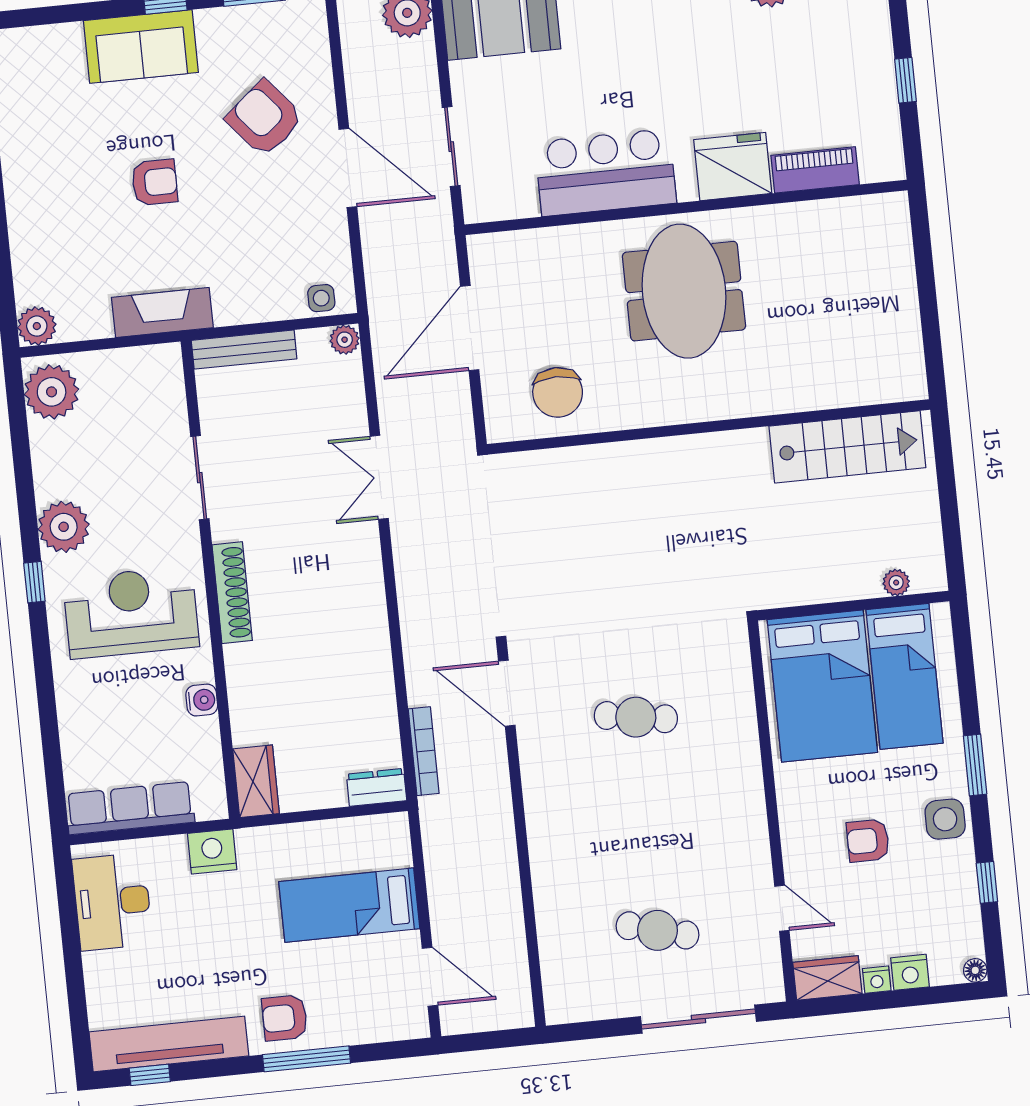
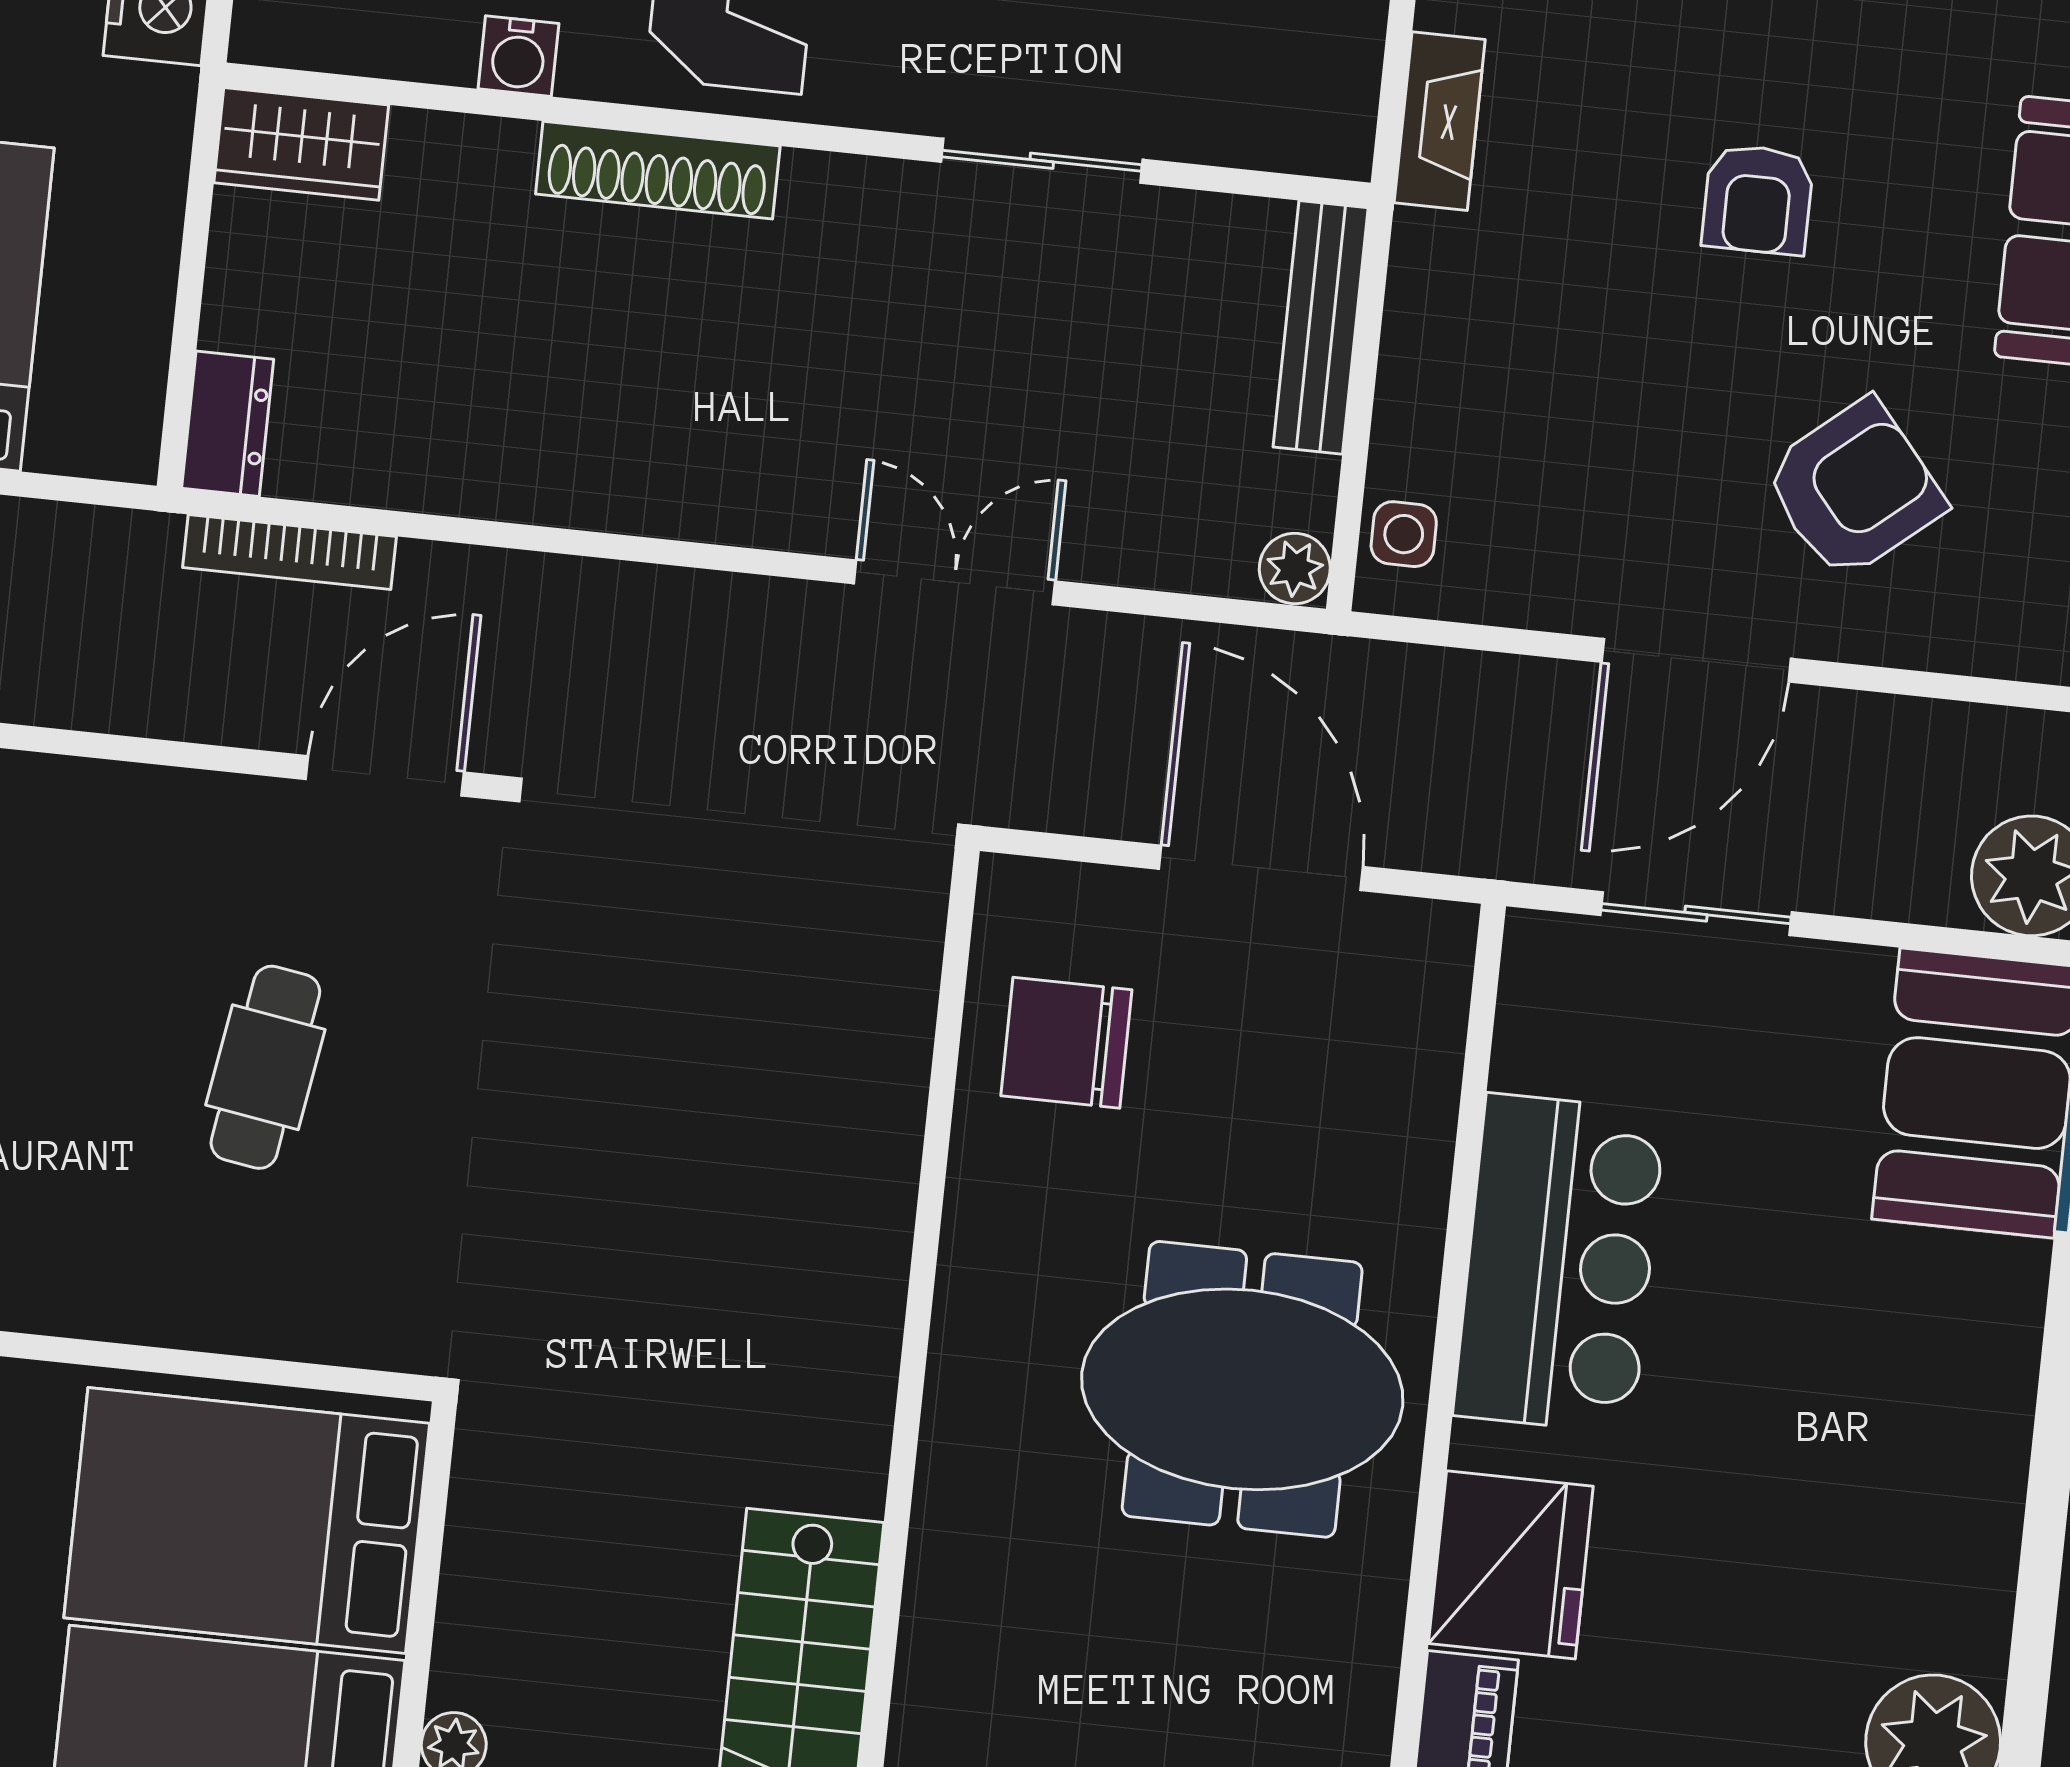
fireplace: (162, 312) -> (1440, 121), width x0.73, depth x0.76
shoe rack: (232, 593) -> (658, 170), moved

